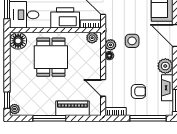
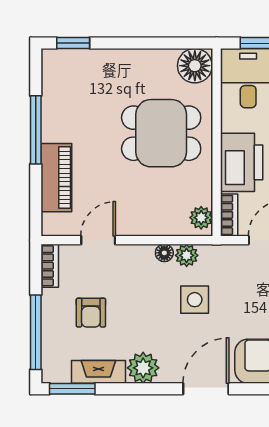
plant: (15, 109) -> (55, 59), removed

